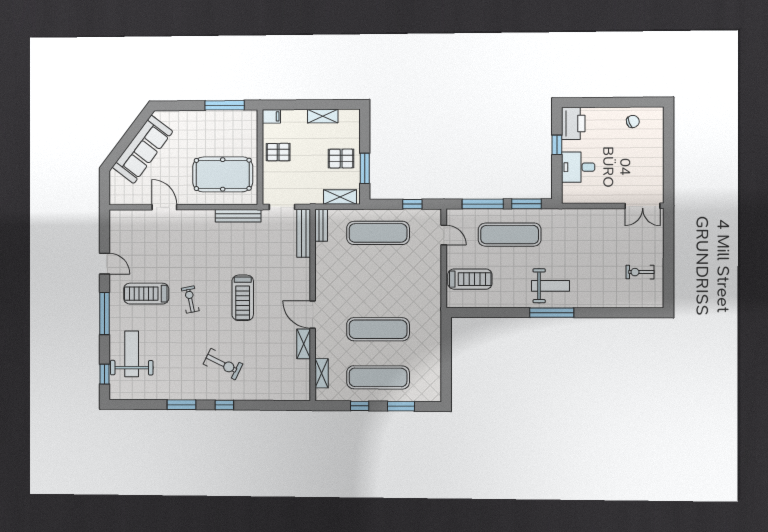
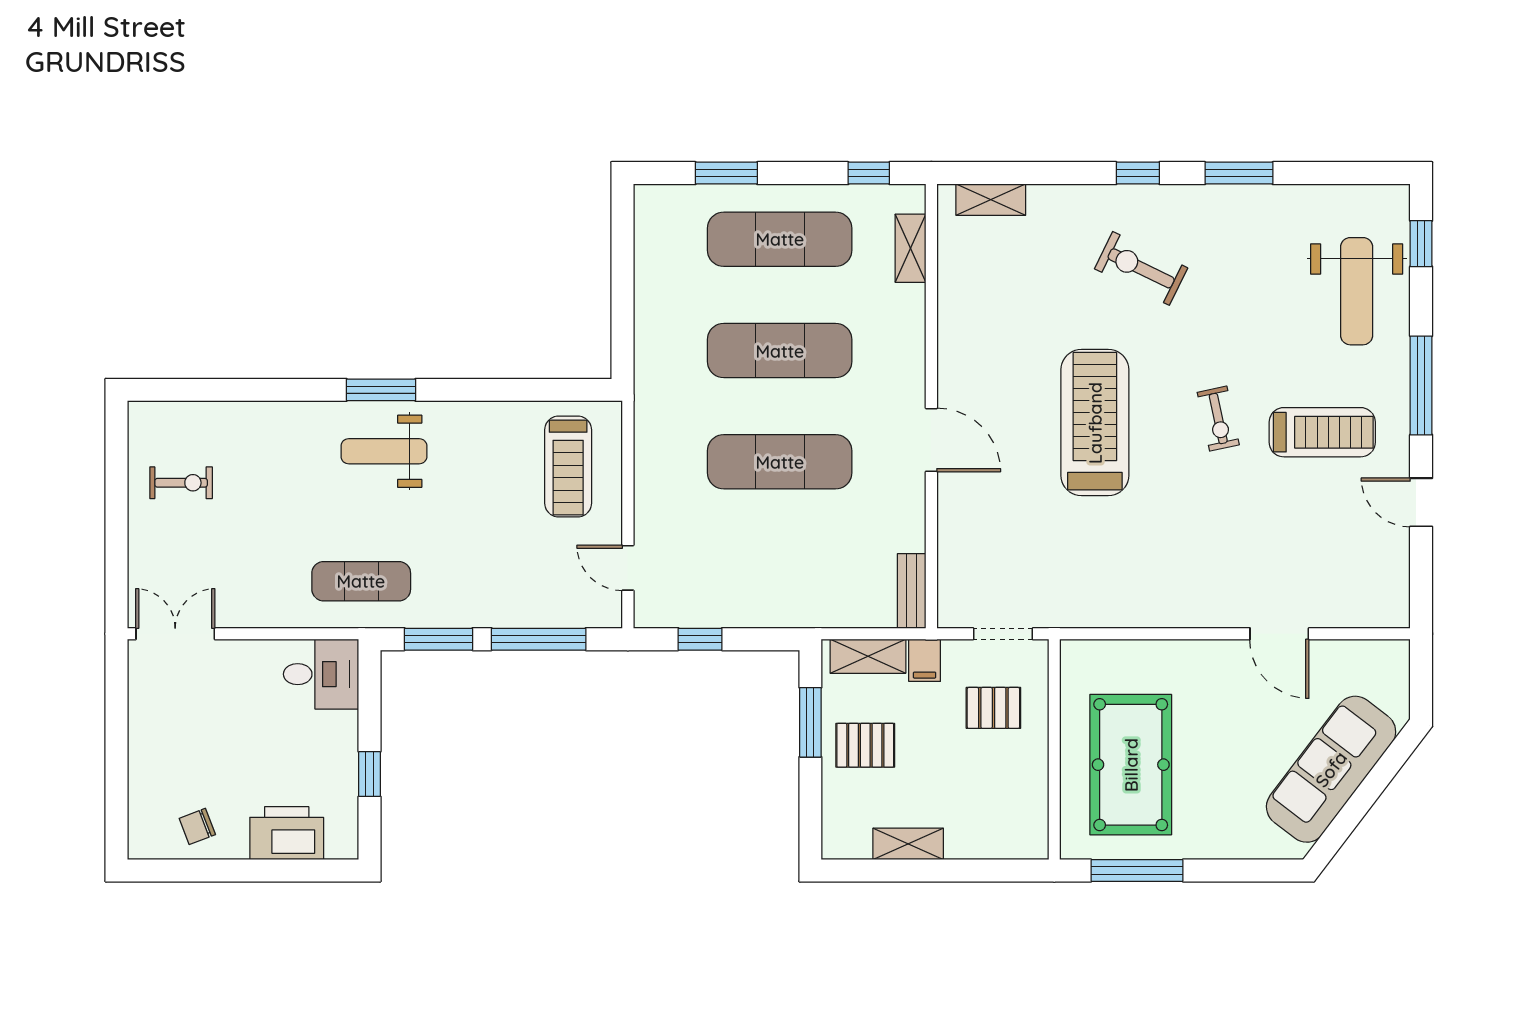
filing cabinet: (271, 116) -> (925, 660), moved, turned -90
printer: (573, 123) -> (287, 833), moved, turned 90
pallet: (278, 152) -> (993, 708), moved
desk: (578, 167) -> (321, 674), moved
pool table: (223, 174) -> (1131, 765), moved, turned 90
bench: (238, 216) -> (1106, 613), removed
bench: (304, 233) -> (952, 573), removed
exercise mat: (378, 233) -> (780, 462), moved
exercise mat: (510, 235) -> (361, 581), moved, width x0.73, depth x0.69
treadmill: (470, 279) -> (568, 467), turned -90
treadmill: (243, 298) -> (1095, 423), width x1.37, depth x1.38
window: (552, 313) -> (381, 390), width x0.69
door: (313, 315) -> (931, 440), moved
shelving: (304, 344) -> (991, 200), moved, turned 90
window: (360, 406) -> (869, 173), moved

